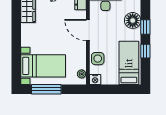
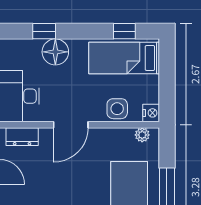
window: (145, 27) -> (44, 31), moved
window: (145, 51) -> (124, 31), moved

